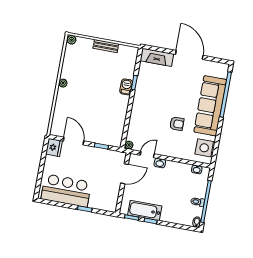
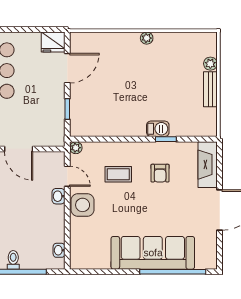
plant: (72, 40) -> (210, 64), moved
coffee table: (152, 119) -> (118, 174), added
armchair: (177, 124) -> (160, 173), moved
side table: (204, 148) -> (83, 205), moved
door: (125, 174) -> (19, 149), moved

